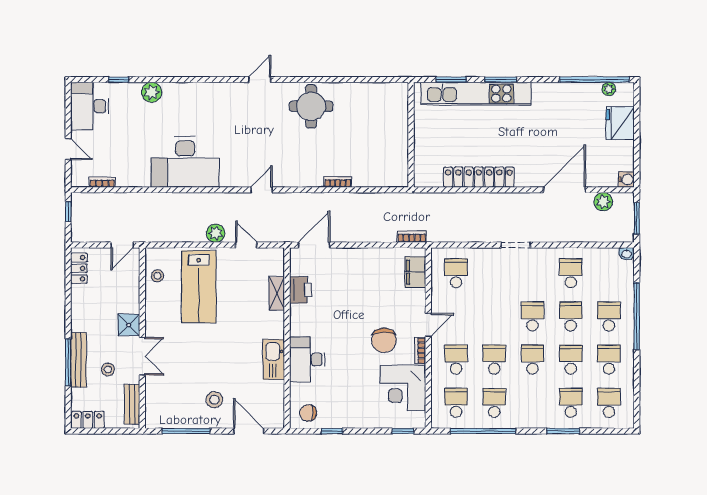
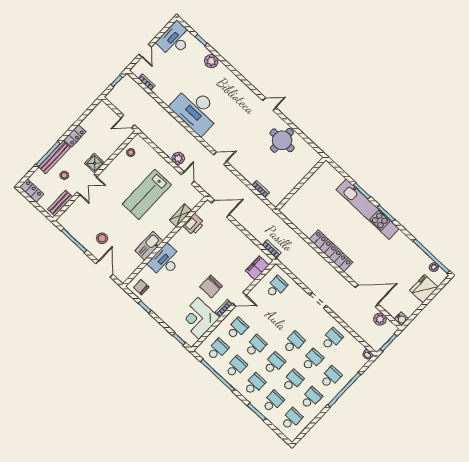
wall: (411, 135) -> (301, 184), moved
locker: (79, 268) -> (75, 136), moved
lab bench: (199, 287) -> (147, 194), moved
school desk: (532, 403) -> (254, 384), added

